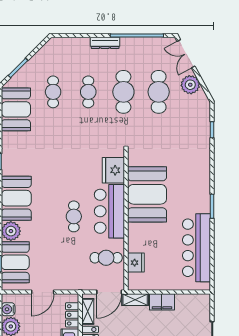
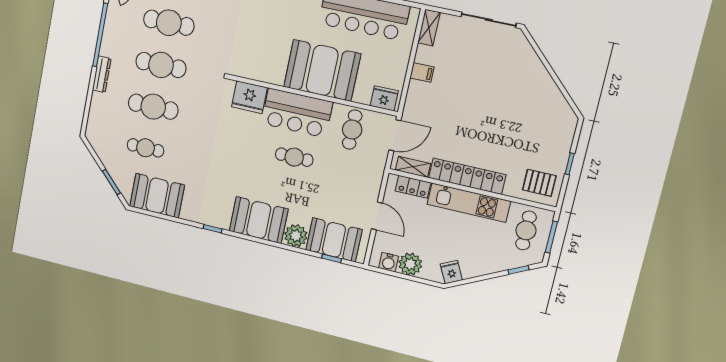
cafe table: (88, 92) -> (153, 107), width x1.37, depth x1.35
booth: (147, 194) -> (322, 70), moved
fridge: (136, 263) -> (384, 98), moved
door: (109, 292) -> (395, 135), hinge flipped
shelving: (135, 300) -> (429, 28), moved
filing cabinet: (162, 302) -> (422, 72), width x0.50

